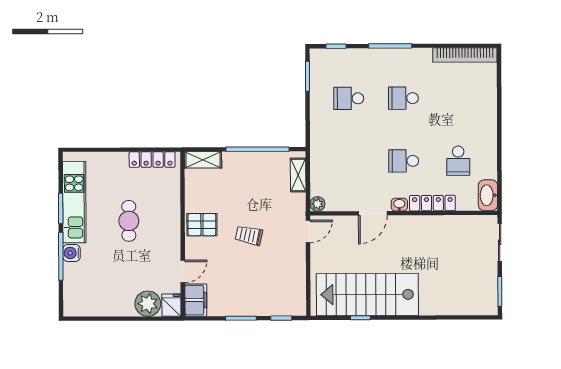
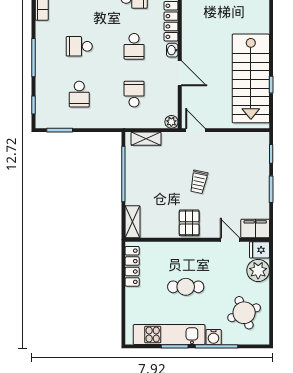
school desk: (403, 98) -> (79, 46), turned 90
school desk: (349, 161) -> (134, 94), added
round table: (99, 288) -> (244, 313), added

